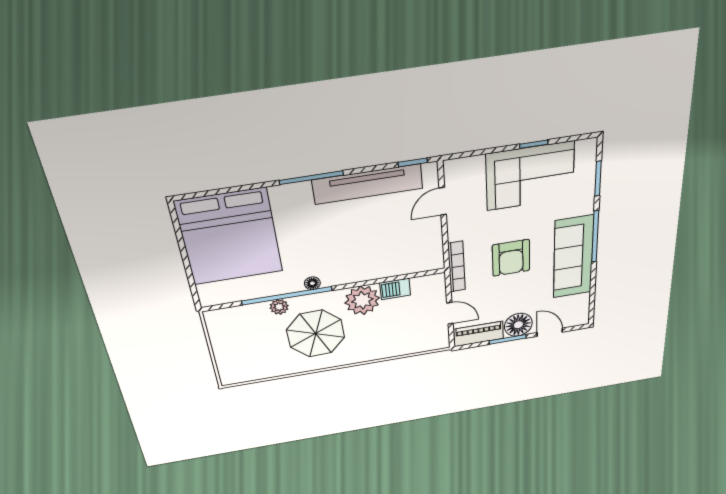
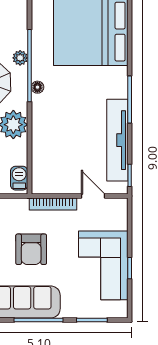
armchair: (511, 258) -> (31, 249), turned -90
bookcase: (457, 267) -> (53, 204), moved
barbecue: (395, 289) -> (19, 178), moved

